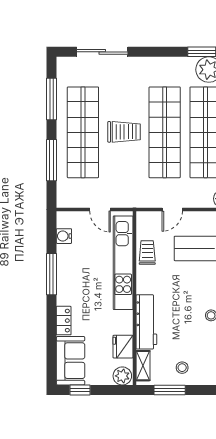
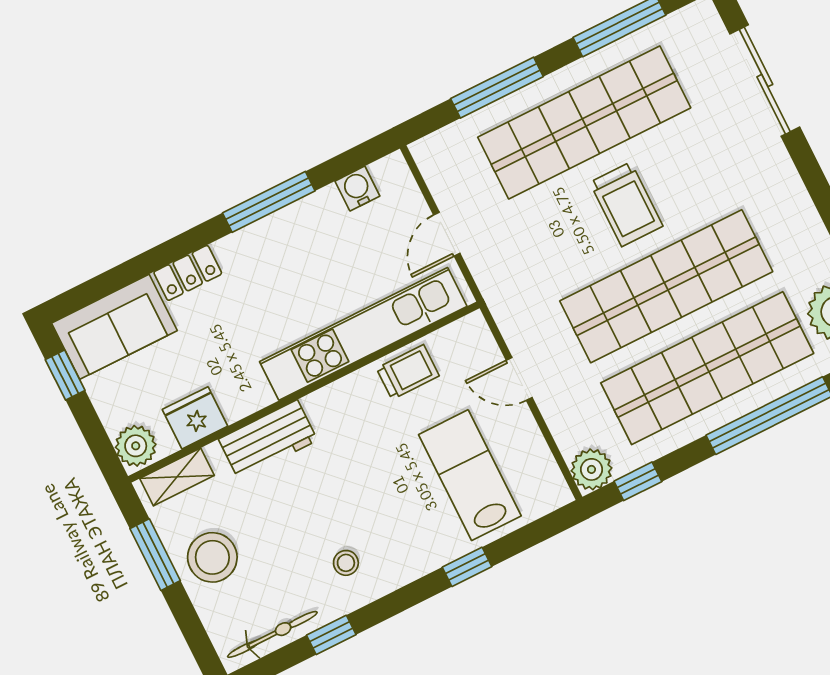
workbench: (146, 322) -> (268, 440), width x0.73
stool: (182, 368) -> (212, 557), width x1.89, depth x1.89

